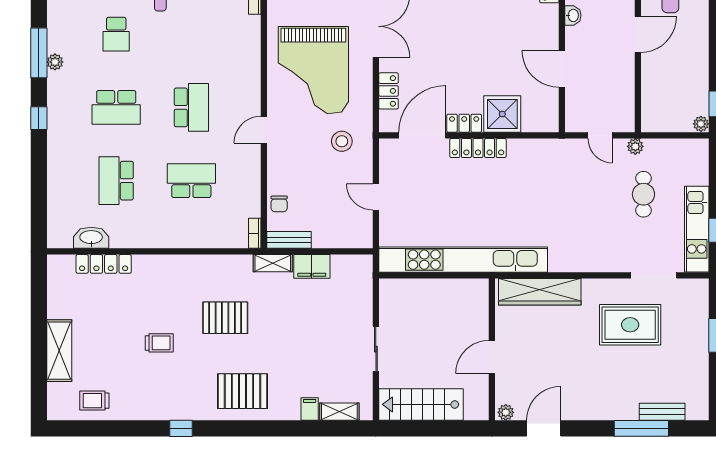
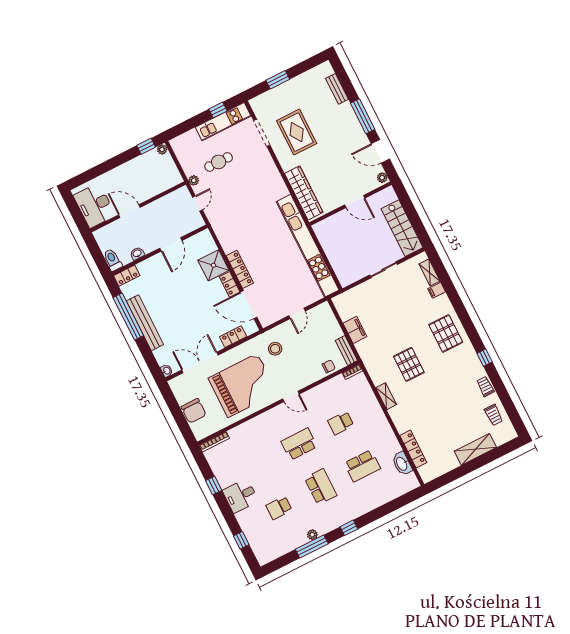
school desk: (116, 34) -> (279, 508), turned 180
school desk: (191, 181) -> (341, 423), width x0.54
shelving: (273, 263) -> (386, 396), moved
trolley: (159, 343) -> (485, 386), moved
window: (641, 428) -> (363, 116), moved

